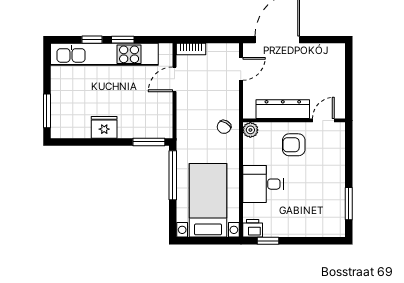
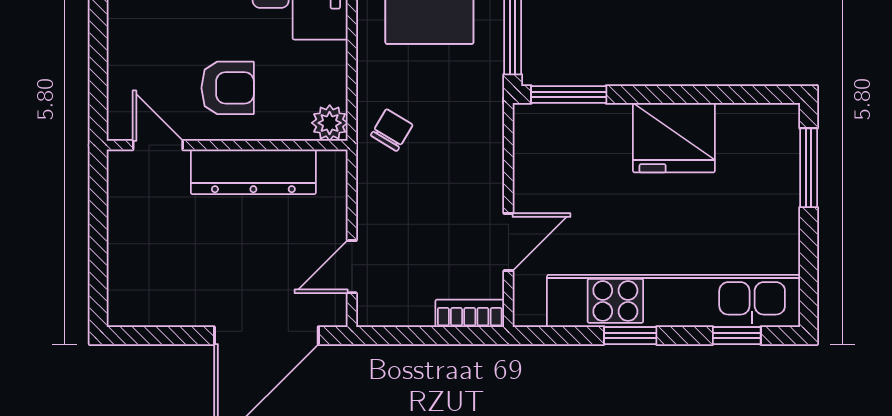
window: (92, 40) -> (737, 336), moved
door: (323, 120) -> (158, 145), swing flipped
fridge: (104, 127) -> (674, 138), width x1.36, depth x1.34

